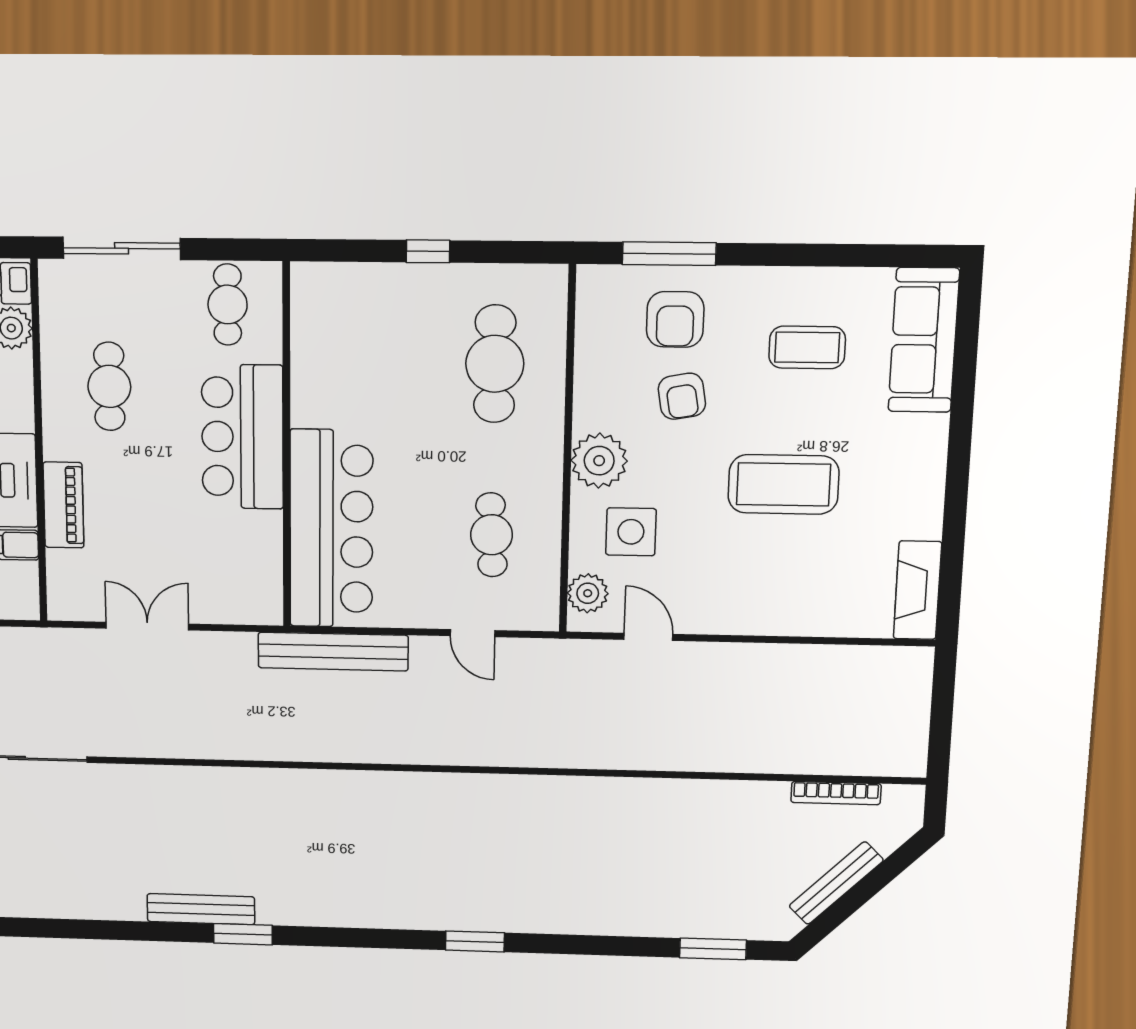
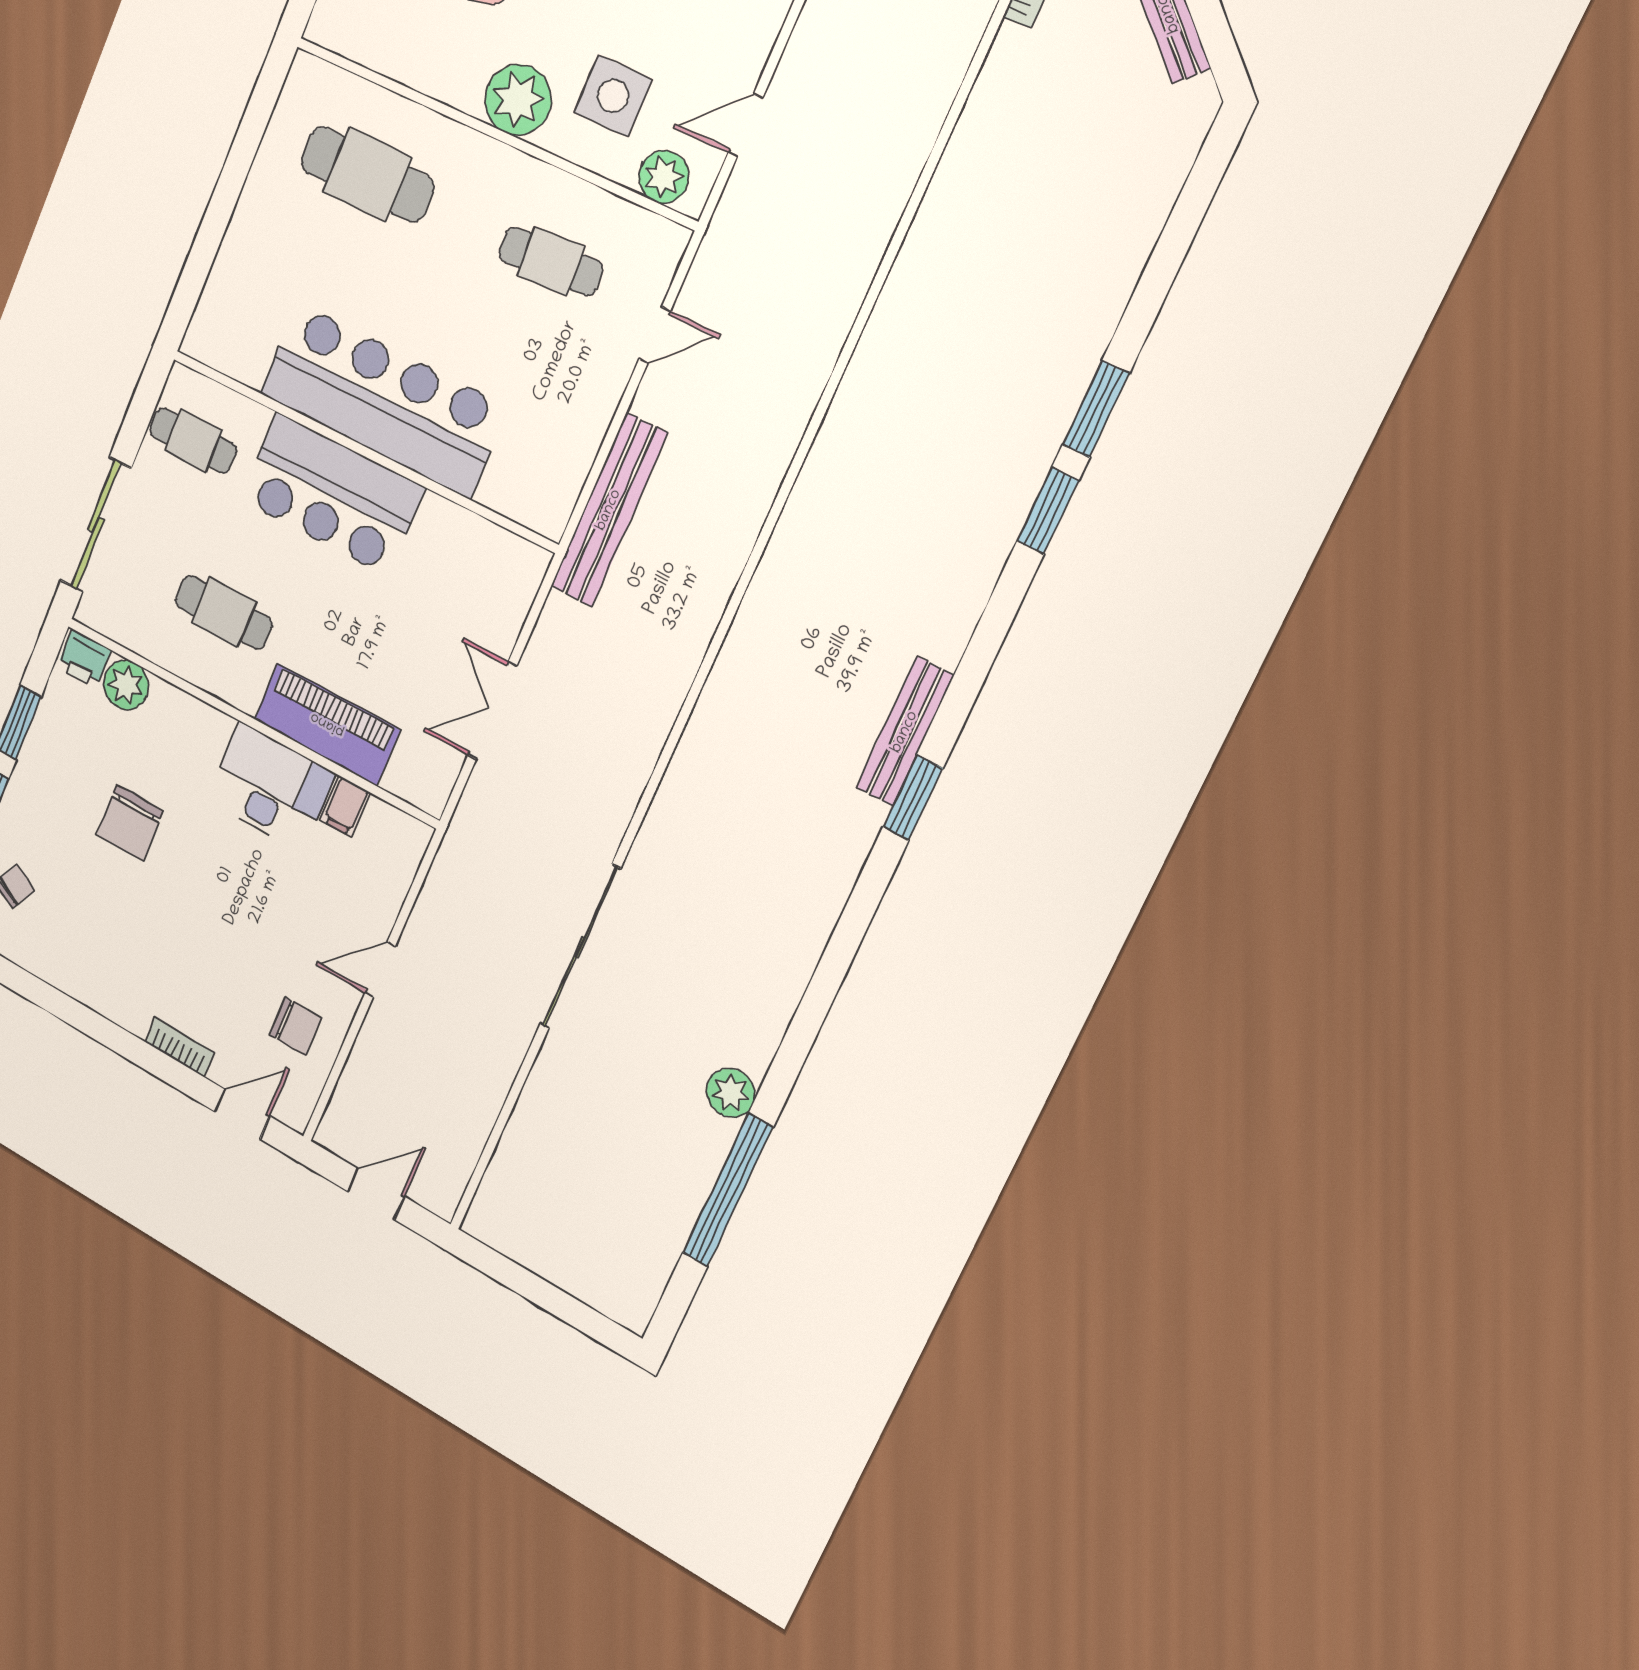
window: (428, 251) -> (225, 196), removed
piano: (63, 505) -> (327, 724), width x1.37, depth x1.33
bar counter: (331, 529) -> (383, 400), moved
bench: (201, 909) -> (905, 732), moved
window: (713, 949) -> (1096, 409), moved

